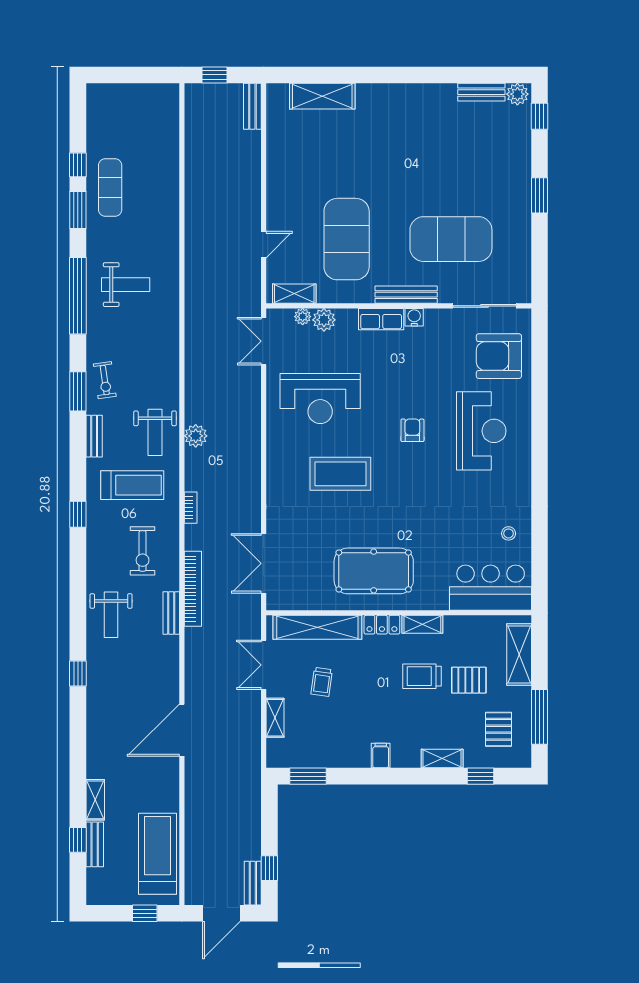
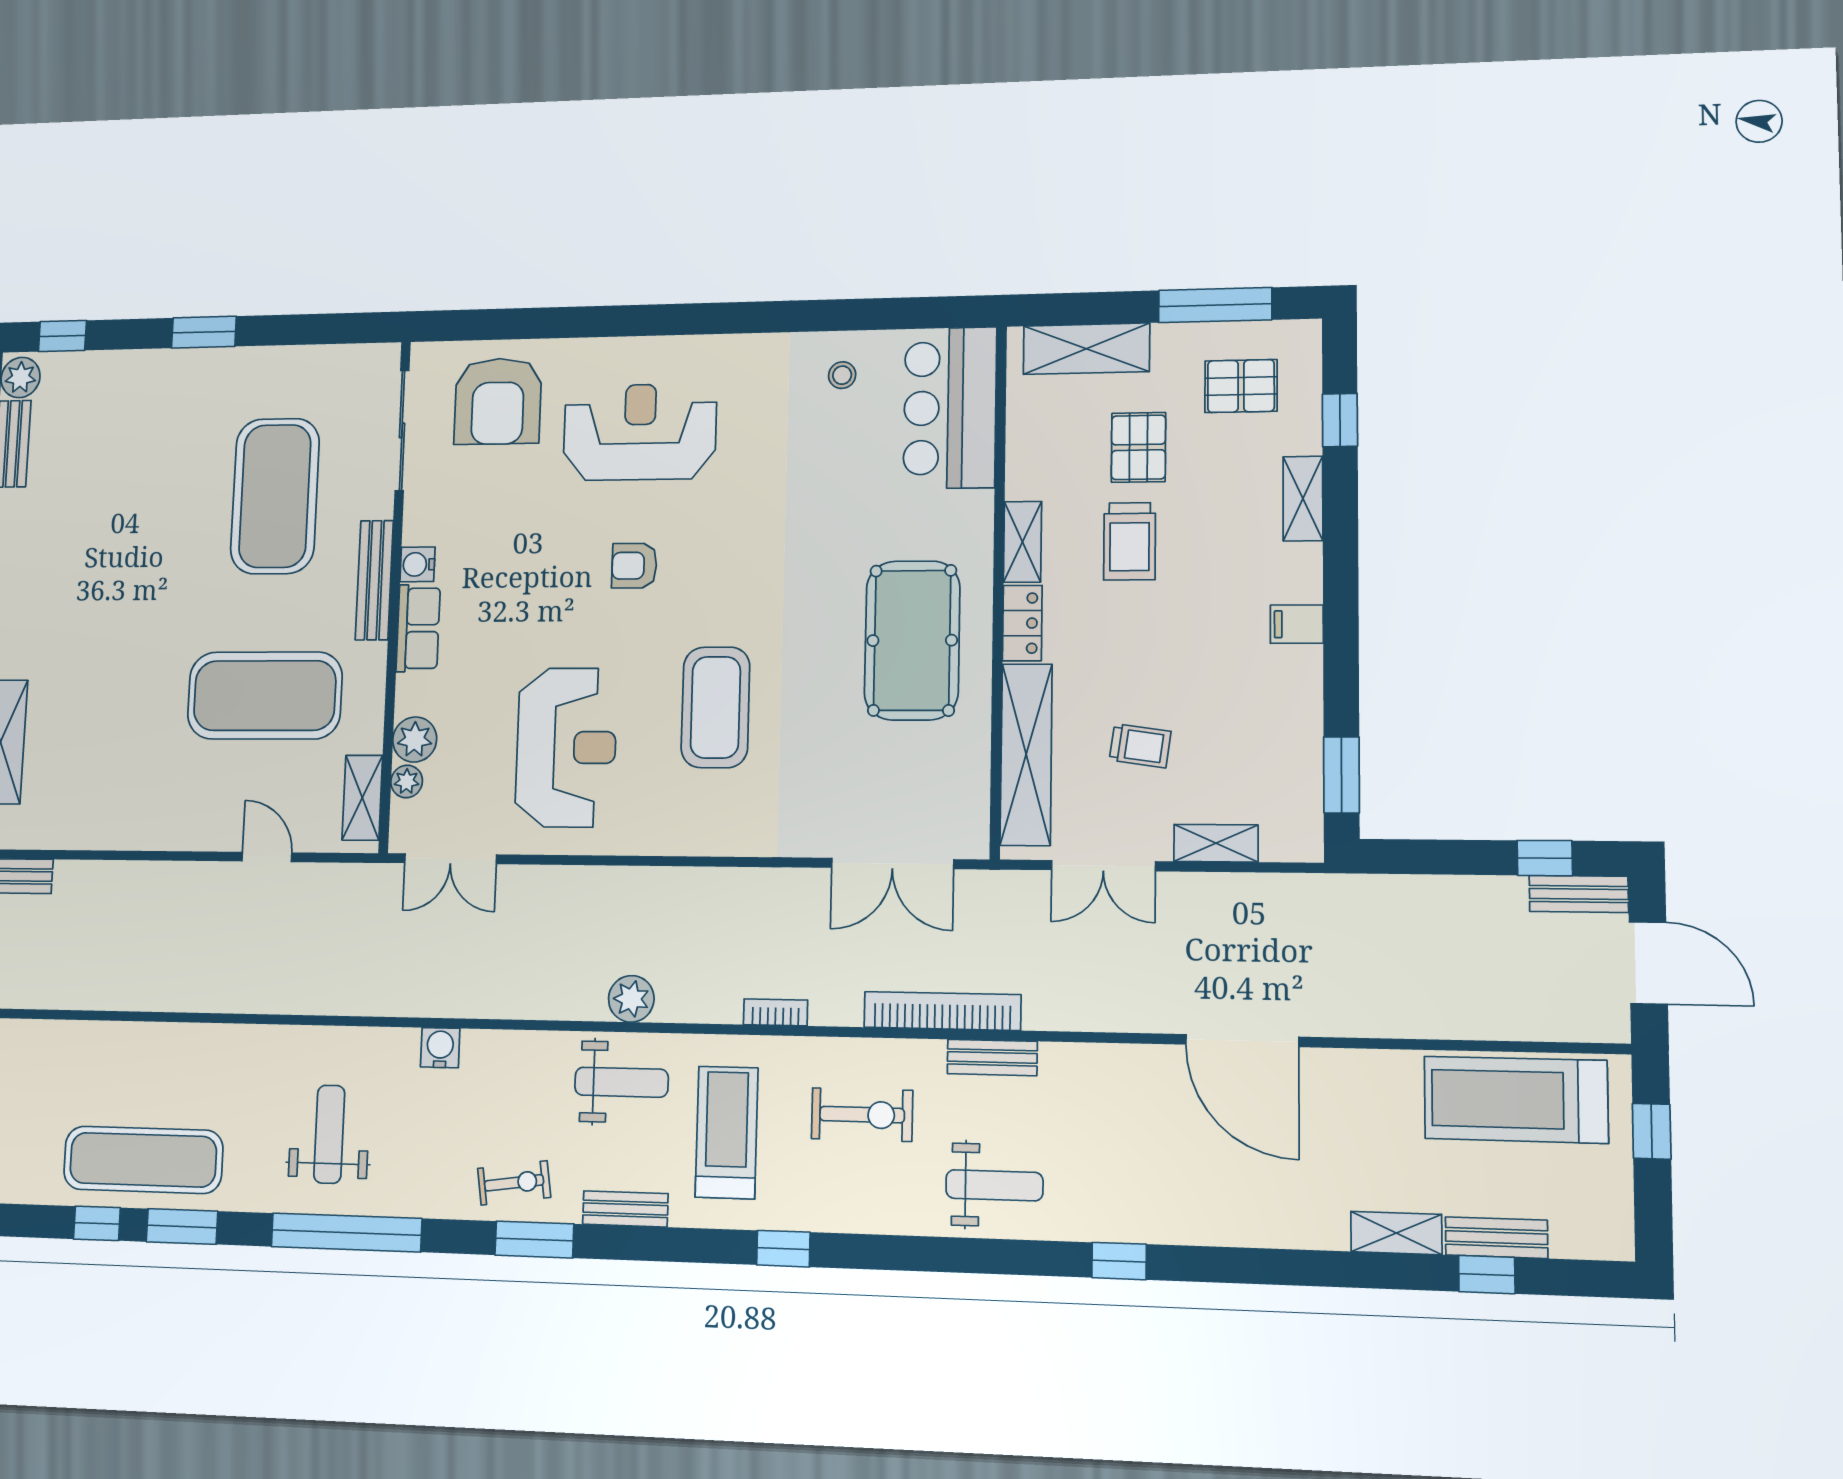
exercise mat: (110, 187) -> (143, 1160), width x1.36, depth x1.45
water cooler: (170, 340) -> (440, 1048), added

